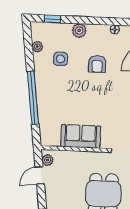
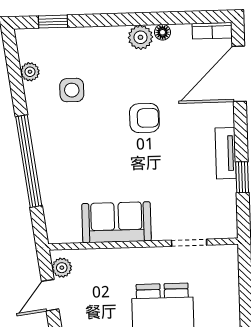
plant: (79, 31) -> (140, 37), moved
armchair: (97, 64) -> (144, 118), moved, turned -90

